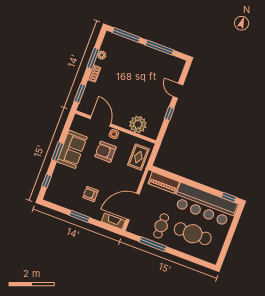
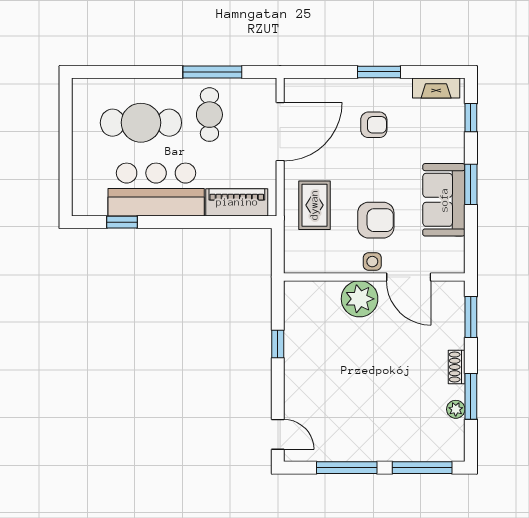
door: (178, 91) -> (278, 434), moved
plant: (138, 124) -> (360, 299), moved
rug: (138, 157) -> (314, 205), moved
window: (229, 197) -> (122, 222), moved
bar counter: (205, 205) -> (156, 190), width x0.73
fireplace: (113, 221) -> (436, 88), moved

